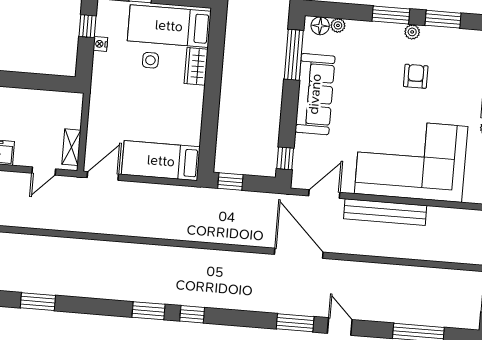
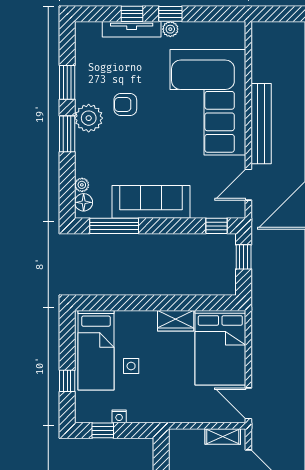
plant: (412, 32) -> (89, 118), width x1.87, depth x1.87
wardrobe: (196, 66) -> (176, 321), moved
bed: (161, 161) -> (220, 348), width x1.50
window: (230, 182) -> (244, 257), moved
door: (324, 194) -> (248, 185), hinge flipped

